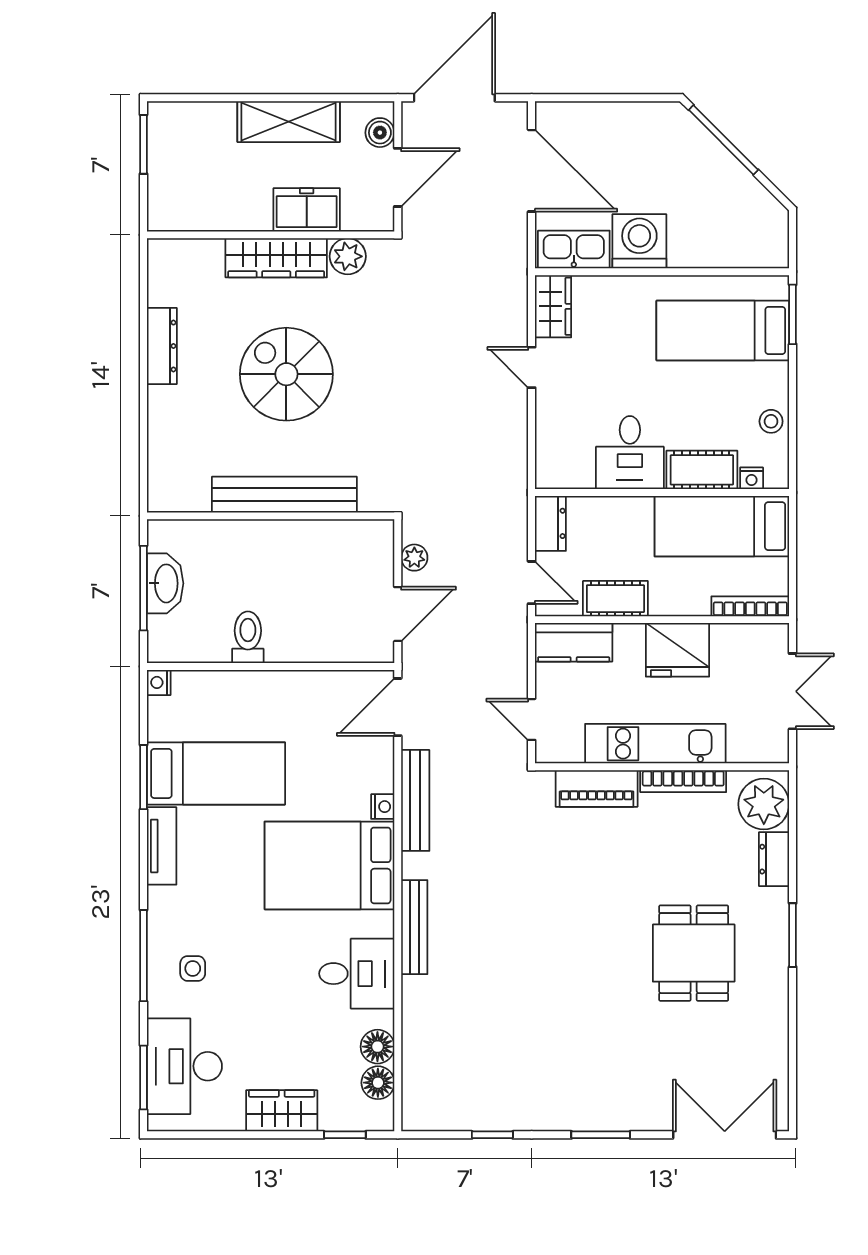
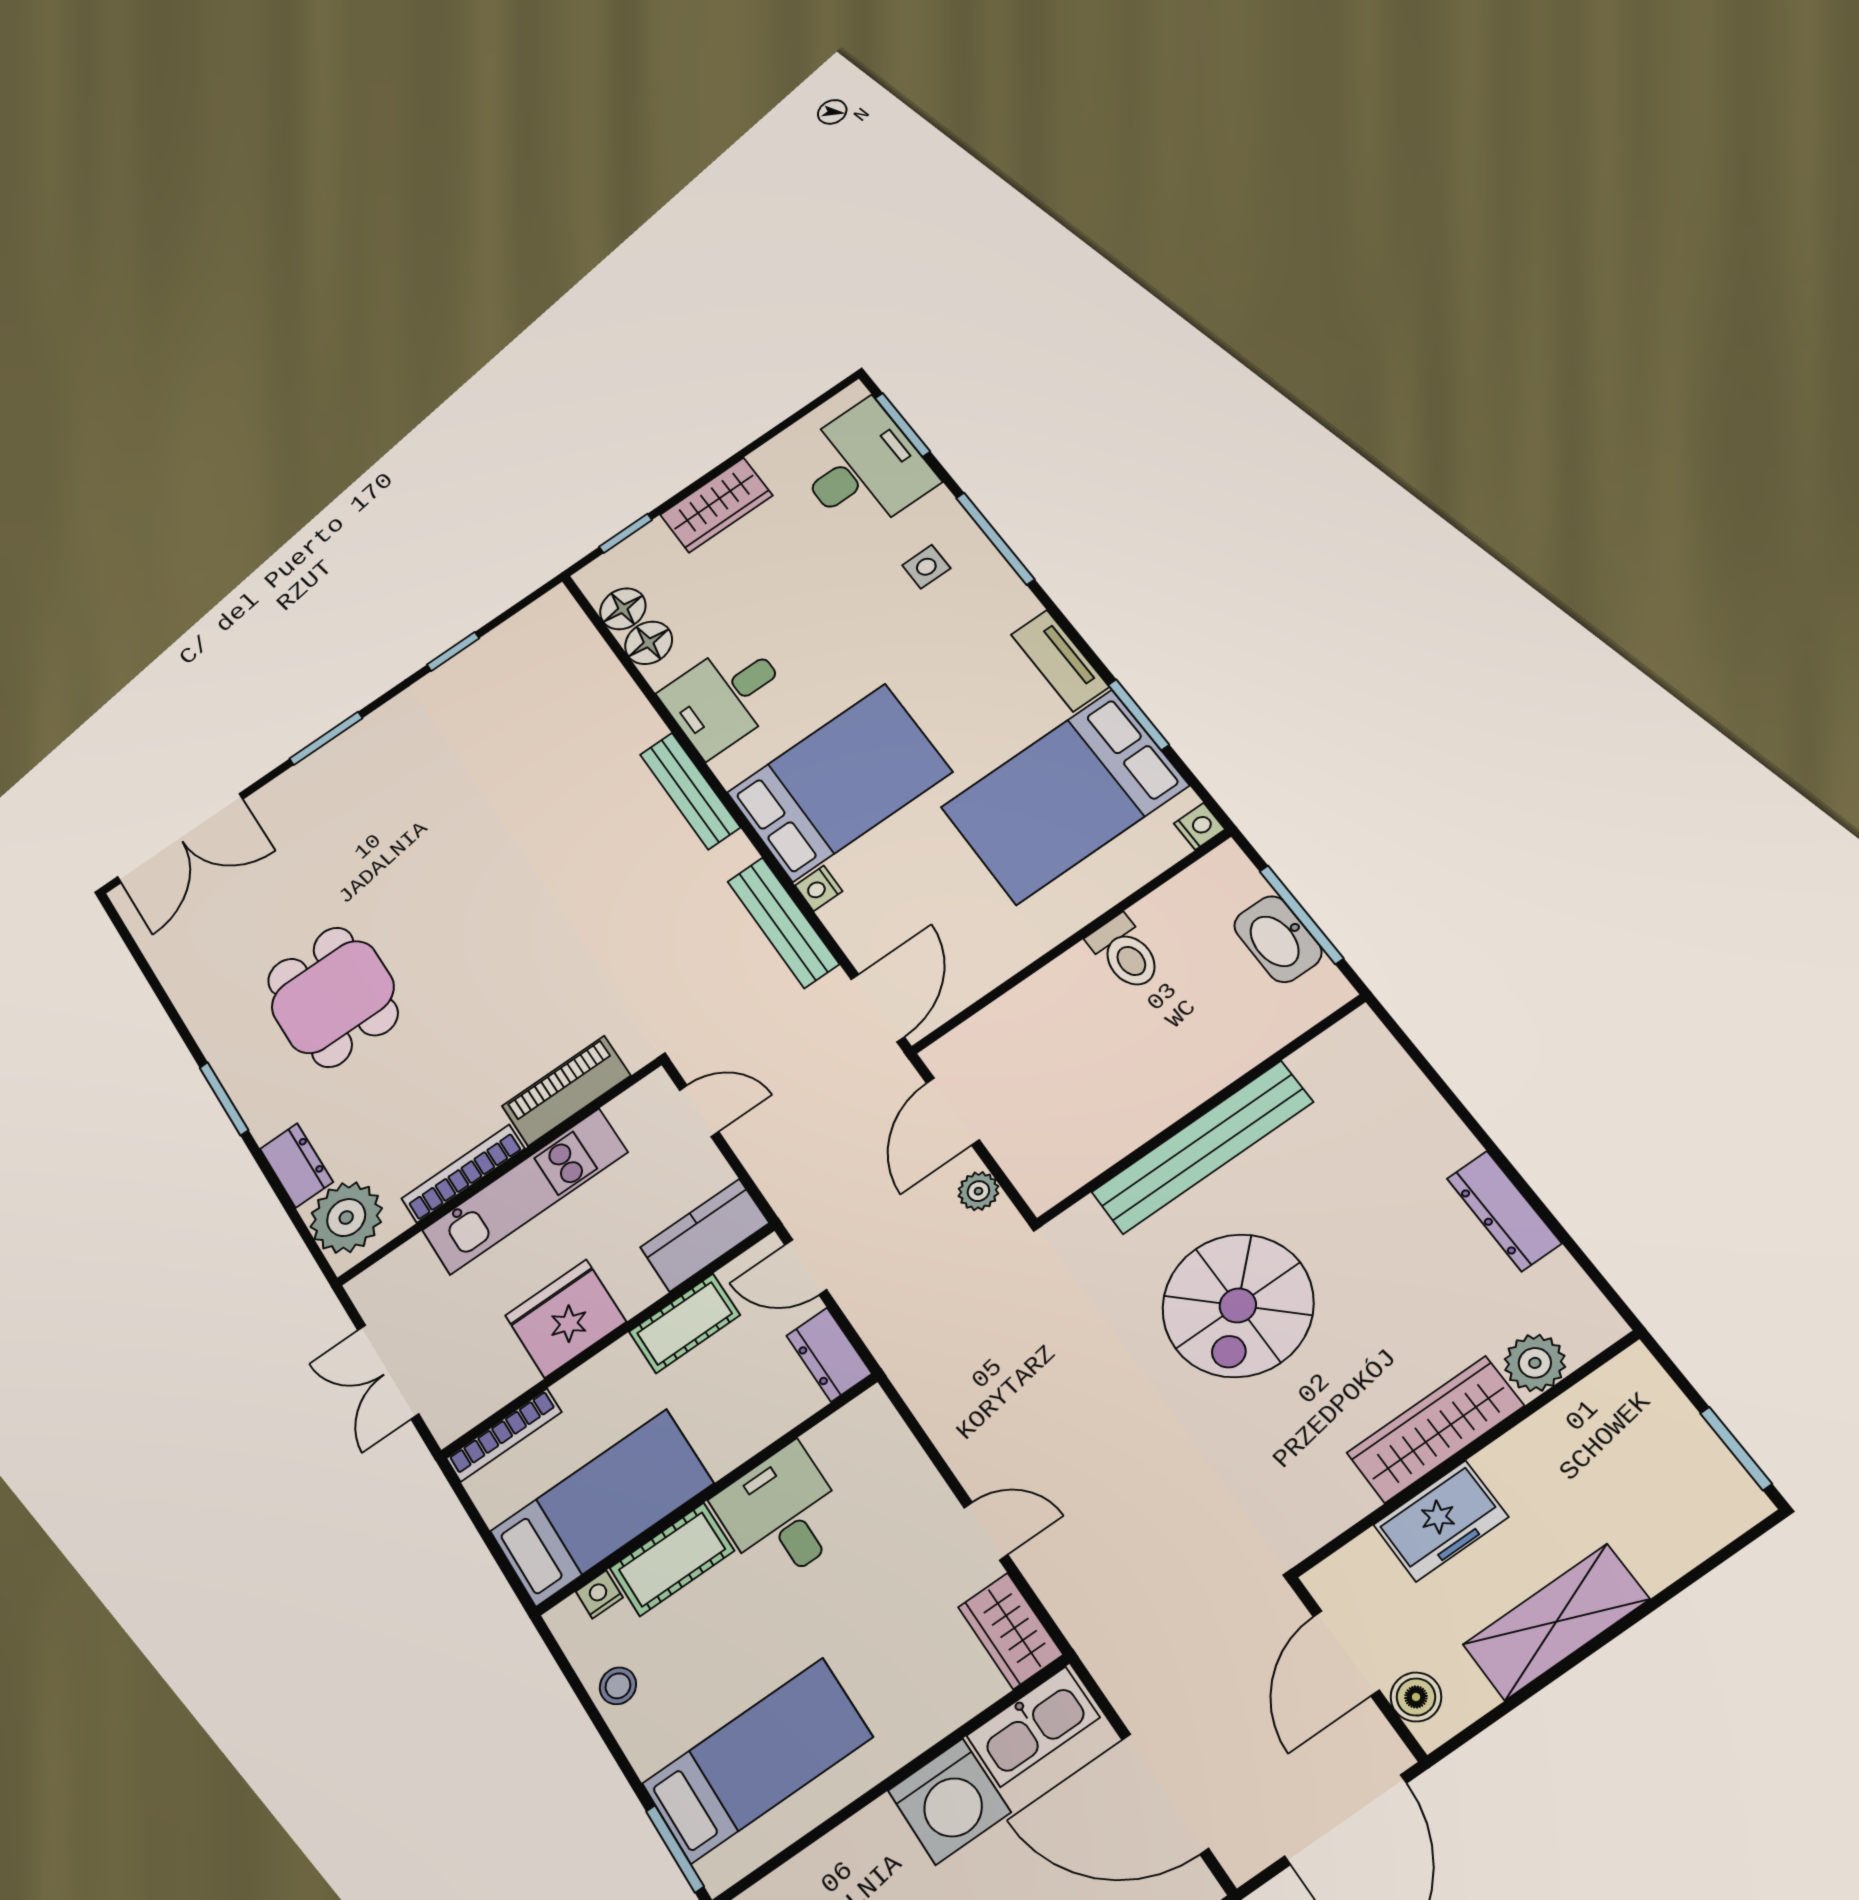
plant: (348, 256) -> (1535, 1363), moved
spiral stairs: (286, 374) -> (1238, 1305), moved, turned 90
bed: (216, 773) -> (1065, 796), width x1.50

